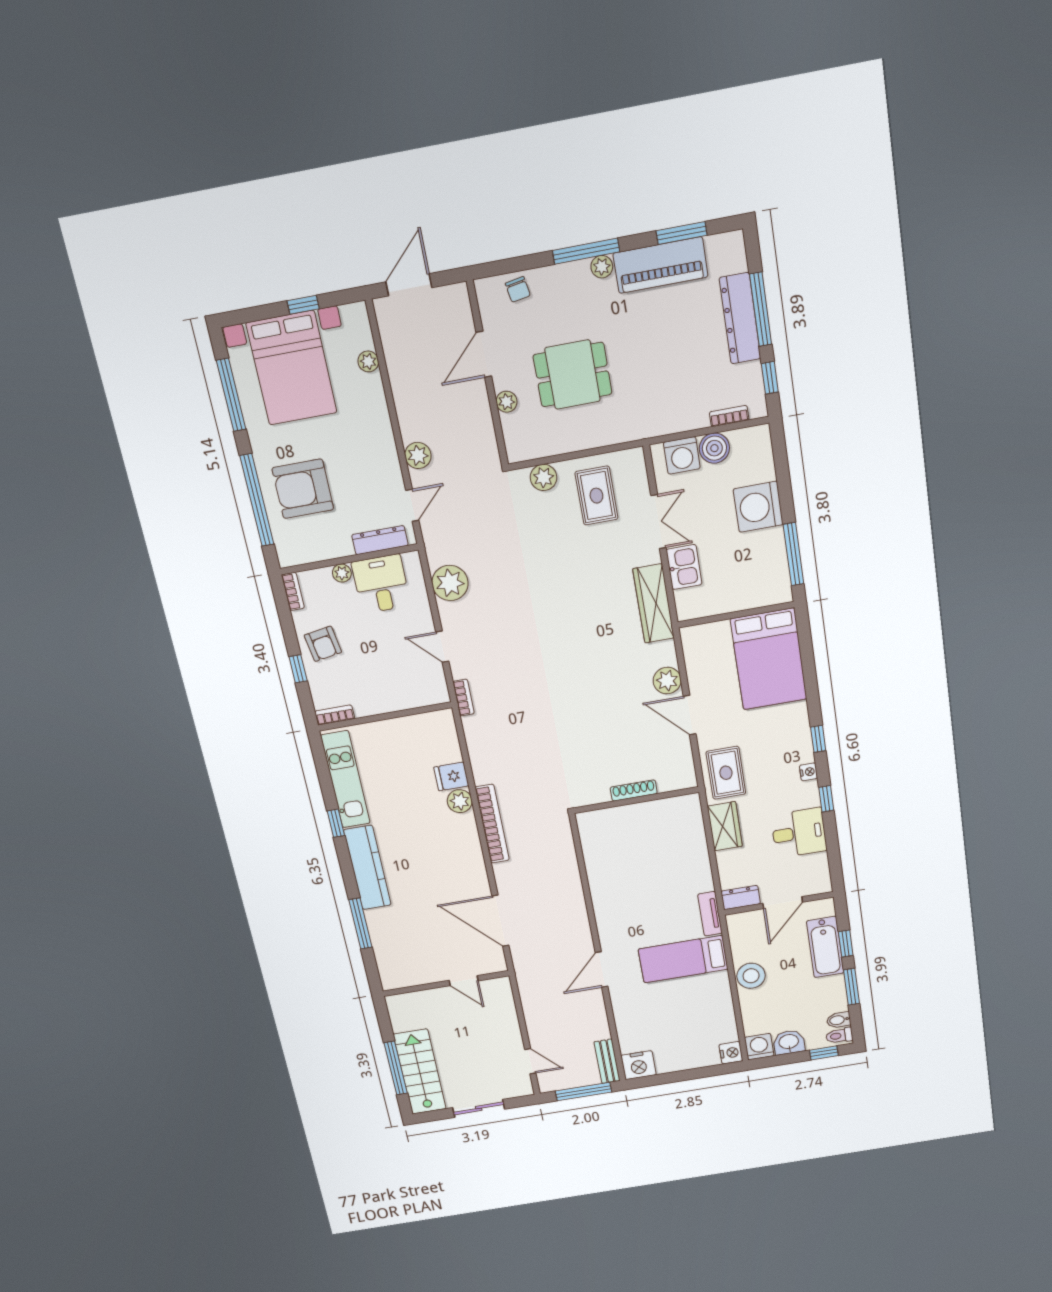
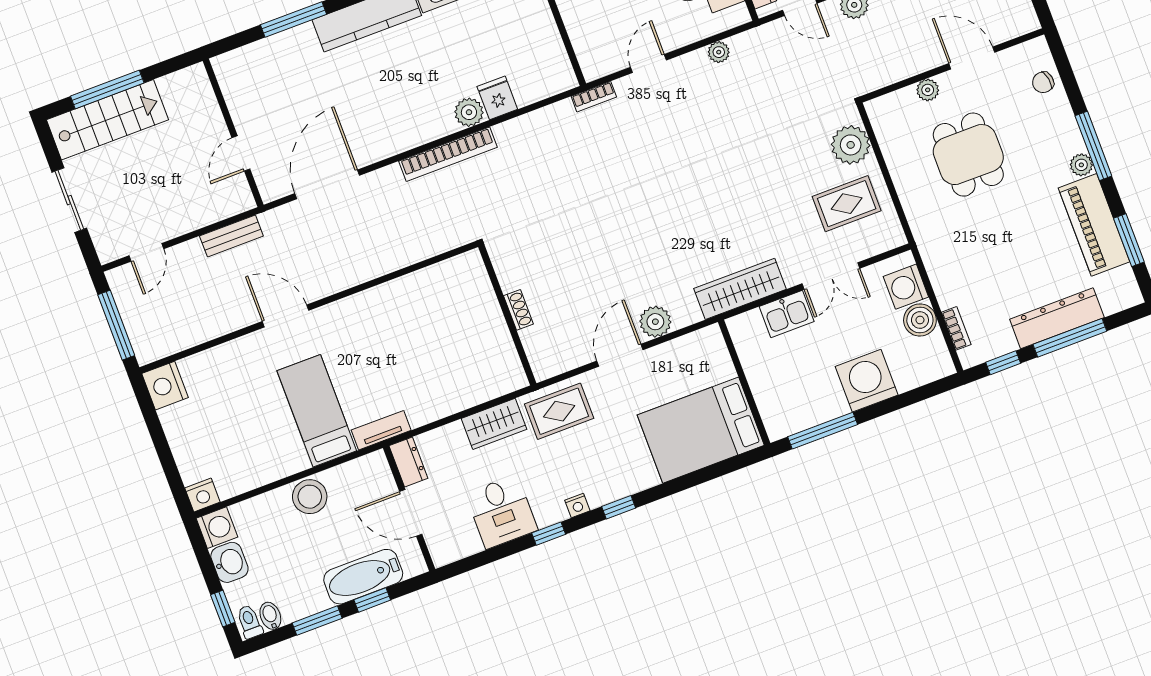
plant: (544, 477) -> (851, 145), width x1.36, depth x1.36
plant: (450, 583) -> (719, 52), width x0.53, depth x0.53
shoe rack: (634, 790) -> (518, 310), width x0.70
bench: (607, 1061) -> (231, 236), moved

